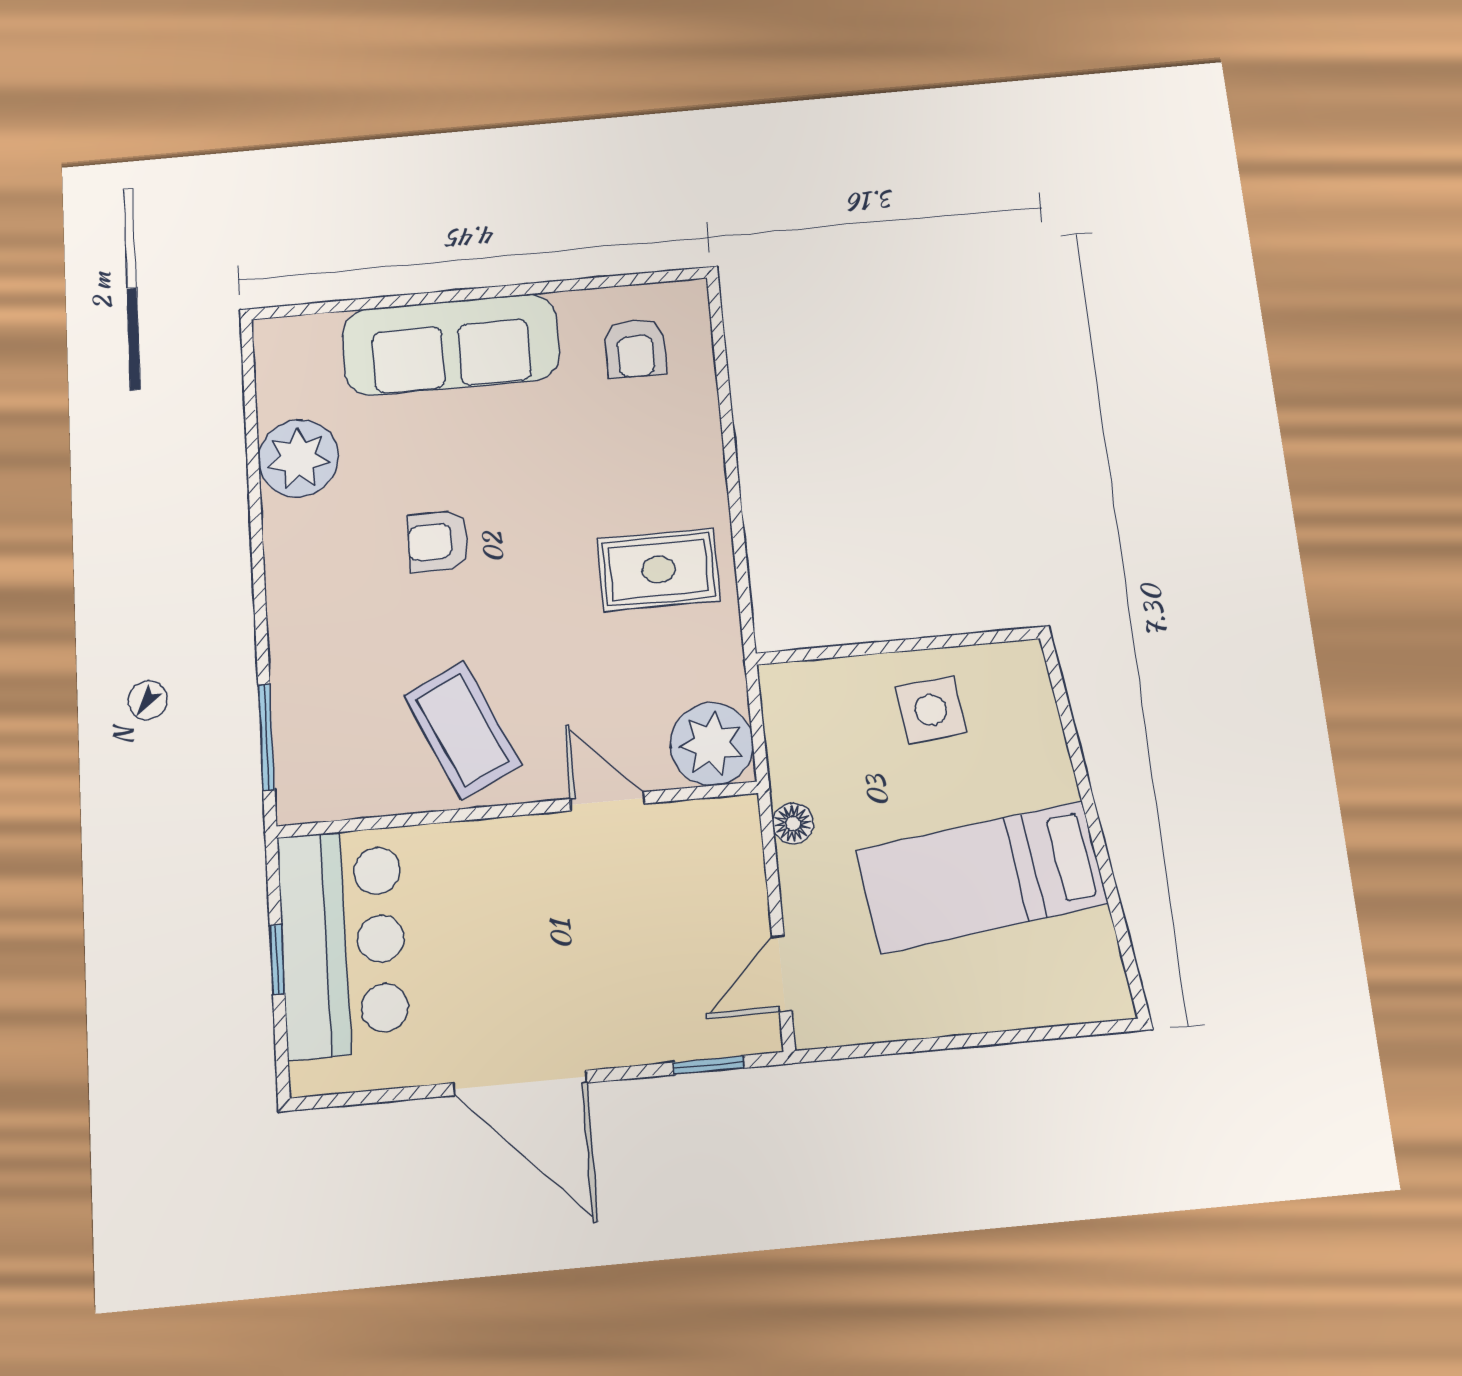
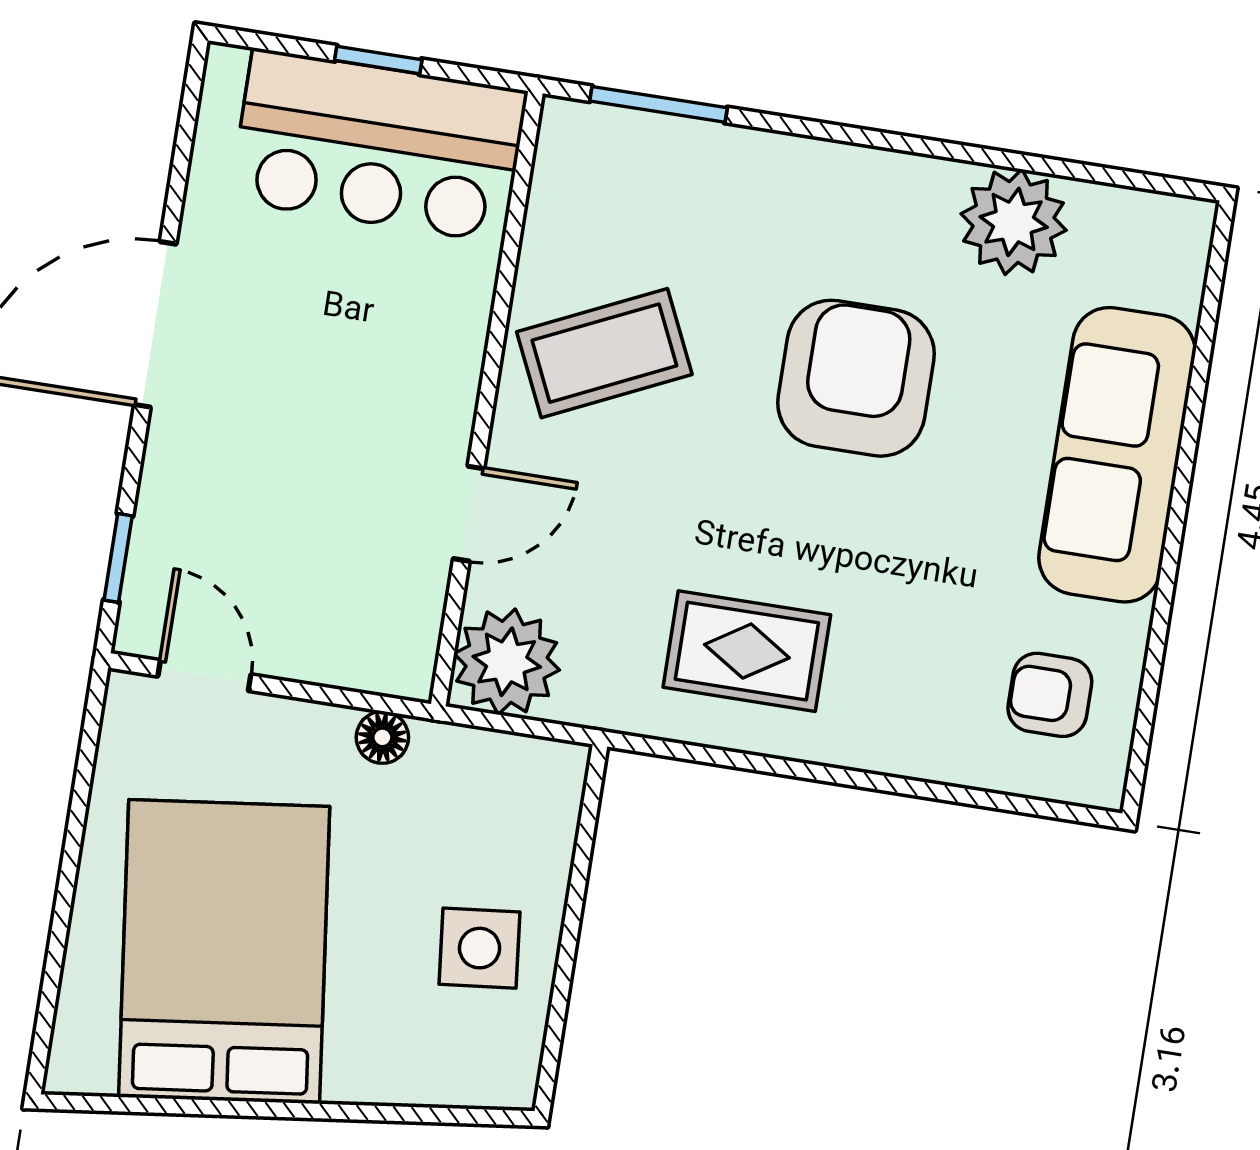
armchair: (438, 542) -> (856, 378), width x1.88, depth x1.88
rug: (658, 570) -> (747, 651), turned 90
bed: (982, 877) -> (224, 952), width x1.50

